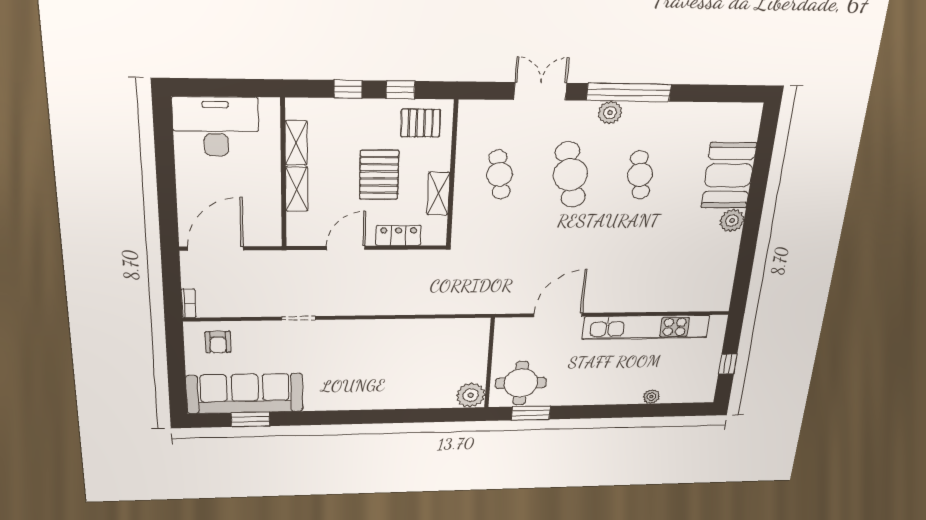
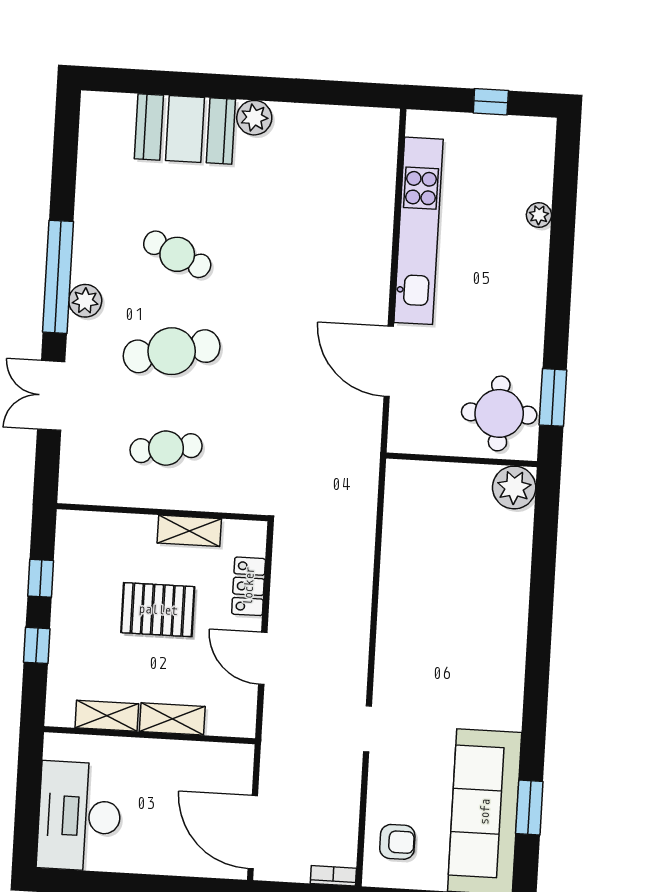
pallet: (420, 123) -> (87, 553), removed
cafe table: (640, 175) -> (177, 254), turned 33

